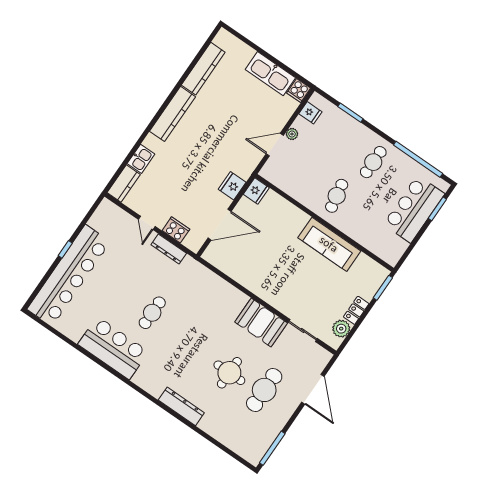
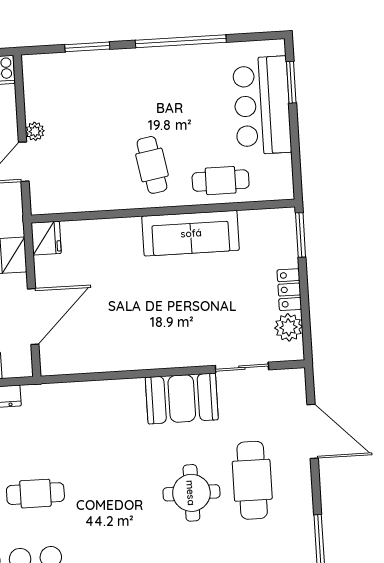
fridge: (310, 113) -> (37, 86), removed
window: (418, 159) -> (181, 41), moved
cafe table: (373, 162) -> (221, 181), moved, turned 90
cafe table: (152, 313) -> (35, 494), turned 90

